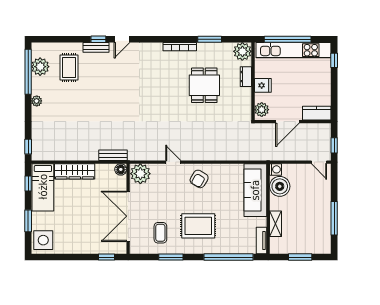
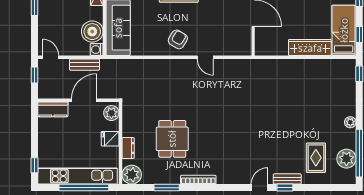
bench: (113, 155) -> (84, 65), moved
floor lamp: (121, 169) -> (261, 49), removed
plant: (140, 174) -> (240, 45), removed

